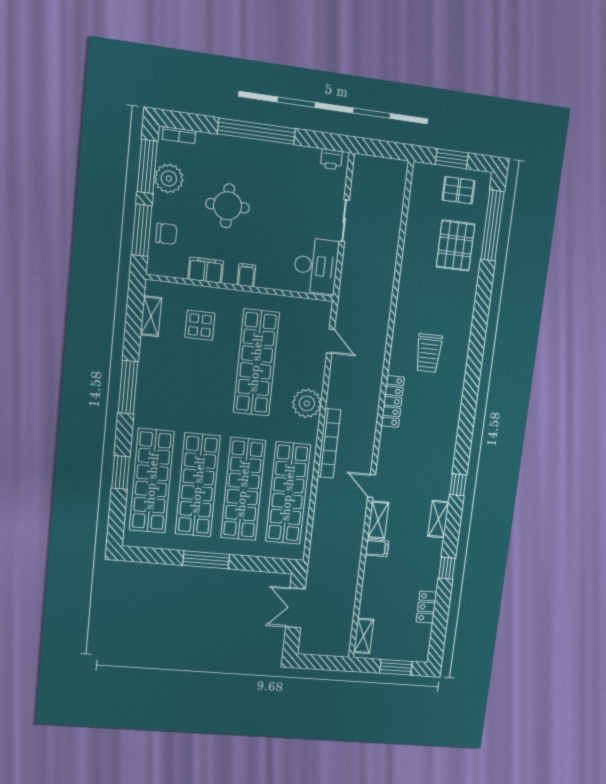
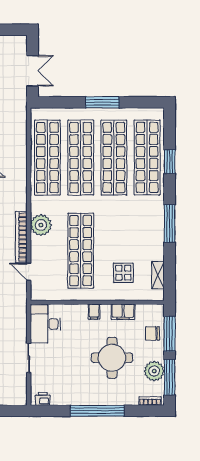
round table: (228, 206) -> (112, 358), width x1.36, depth x1.36
bookcase: (329, 443) -> (21, 237), moved

